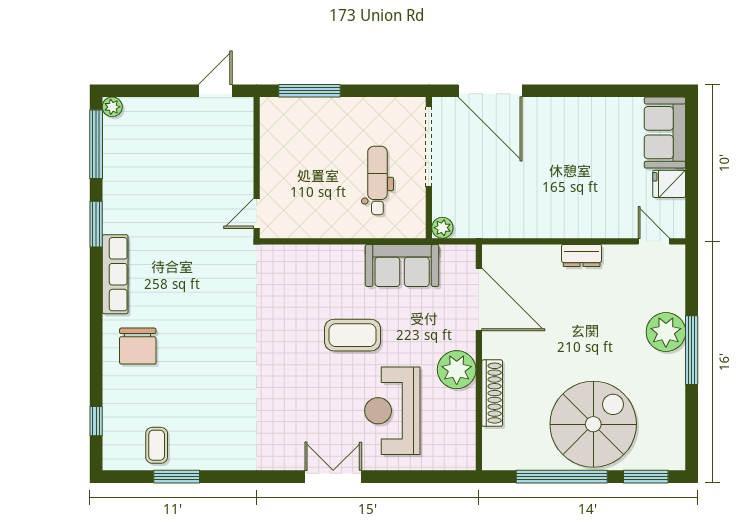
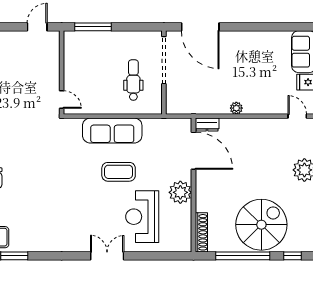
door: (257, 213) -> (62, 100), swing flipped
plant: (442, 228) -> (236, 108), moved
dresser: (582, 255) -> (207, 125), moved
sofa: (402, 265) -> (112, 131), moved, width x1.36
shoe rack: (492, 393) -> (201, 232), moved
window: (646, 477) -> (293, 256), width x0.67

